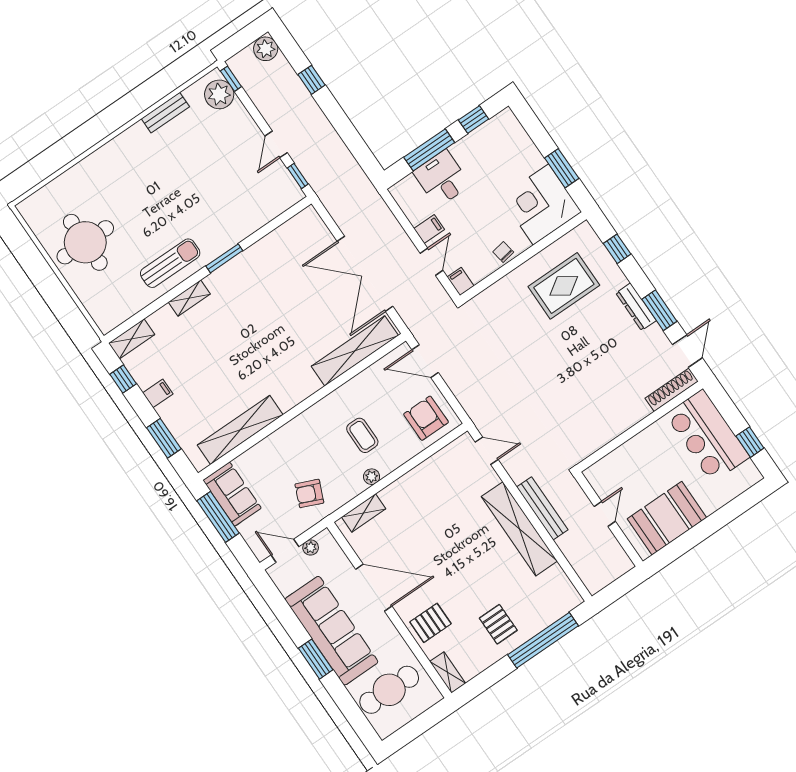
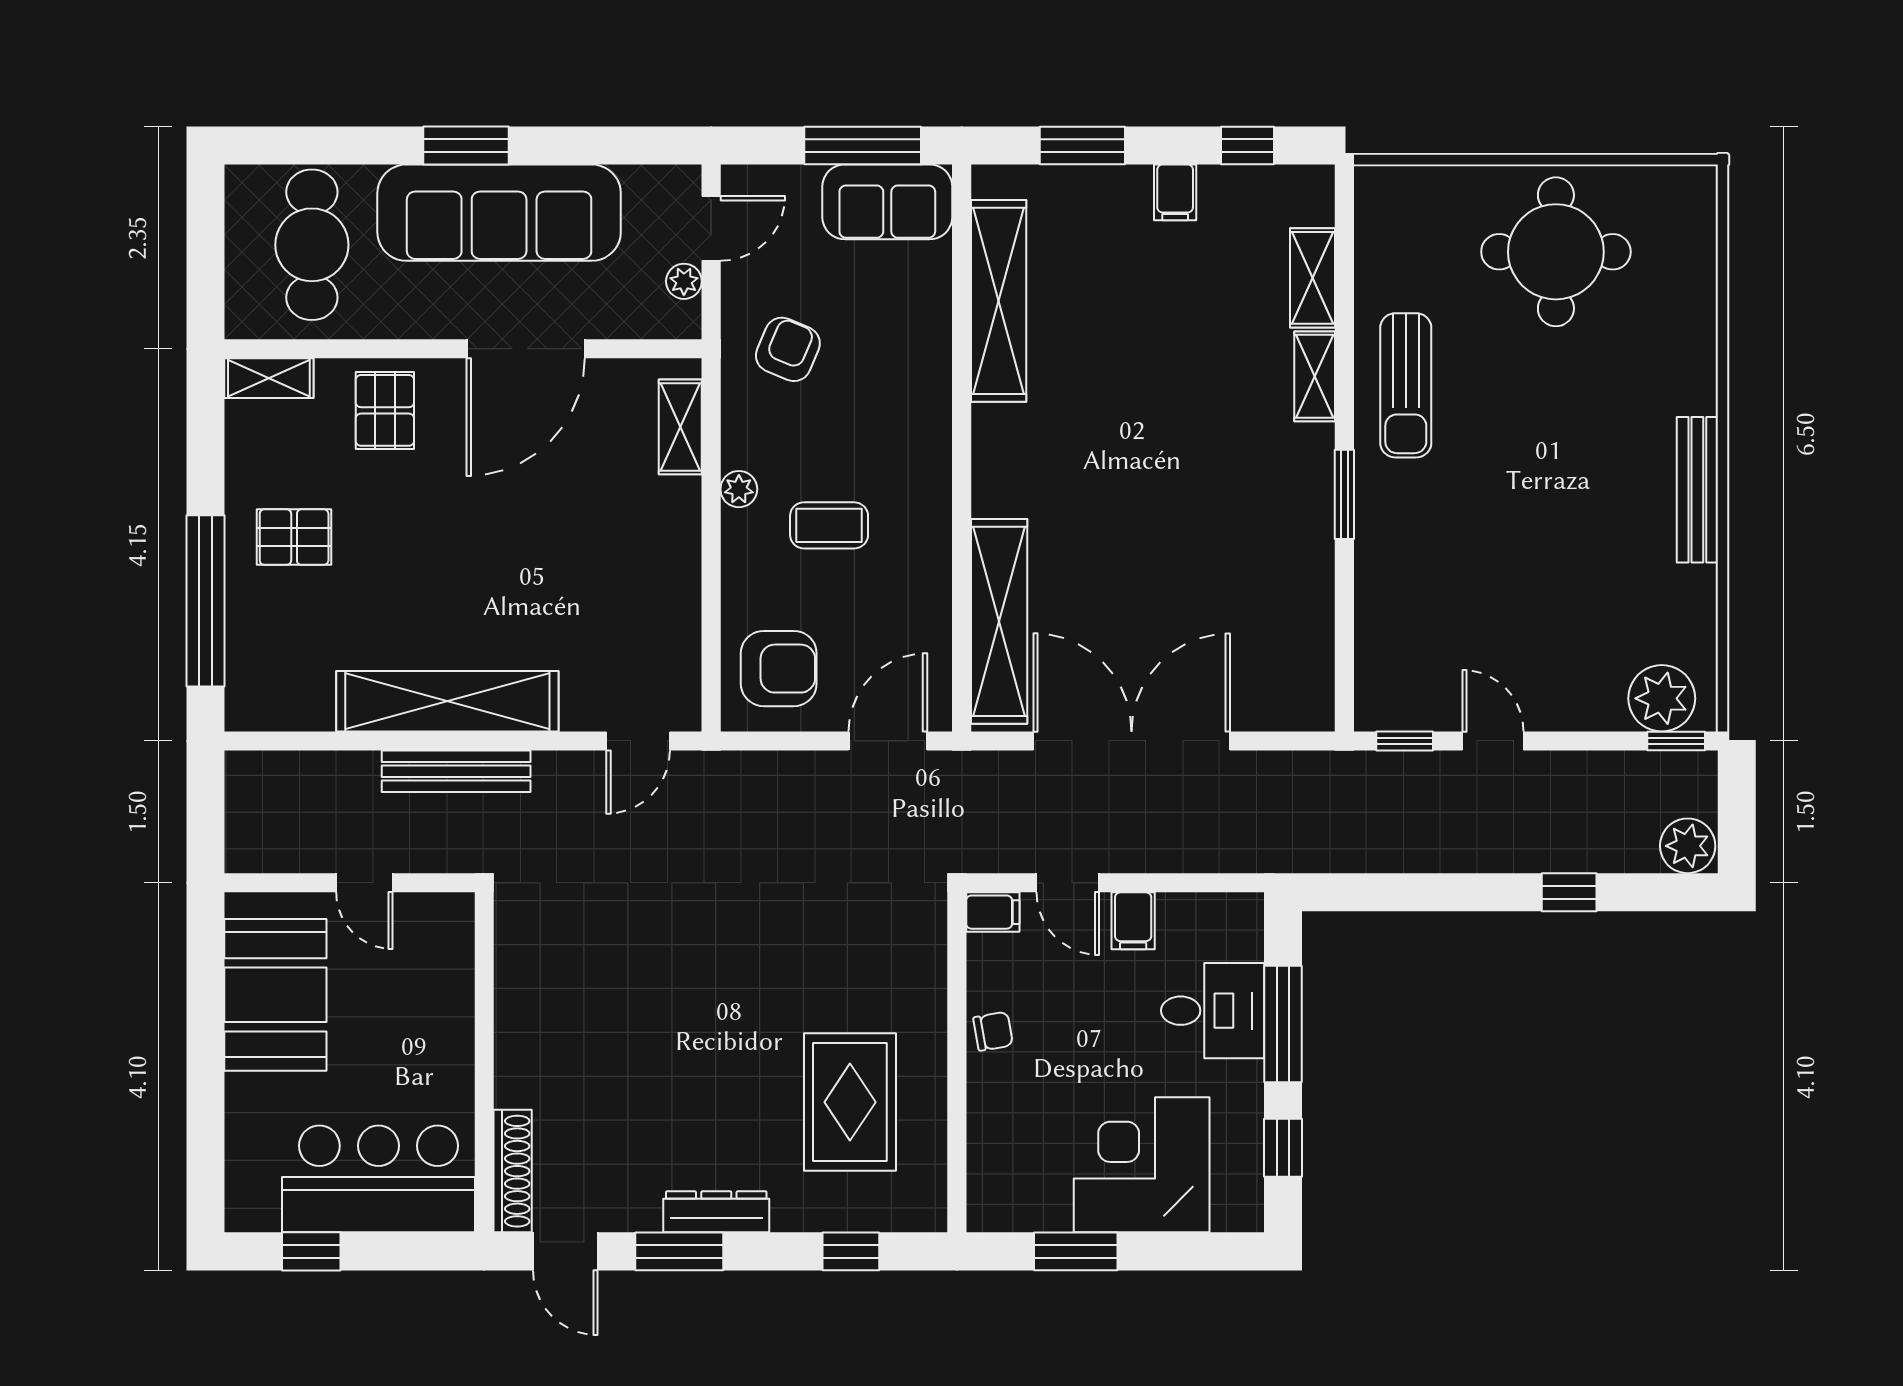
bench: (165, 113) -> (1697, 490), moved, width x1.36
corner desk: (541, 204) -> (1142, 1165), moved, turned -90
shelving: (132, 339) -> (1313, 278), moved

